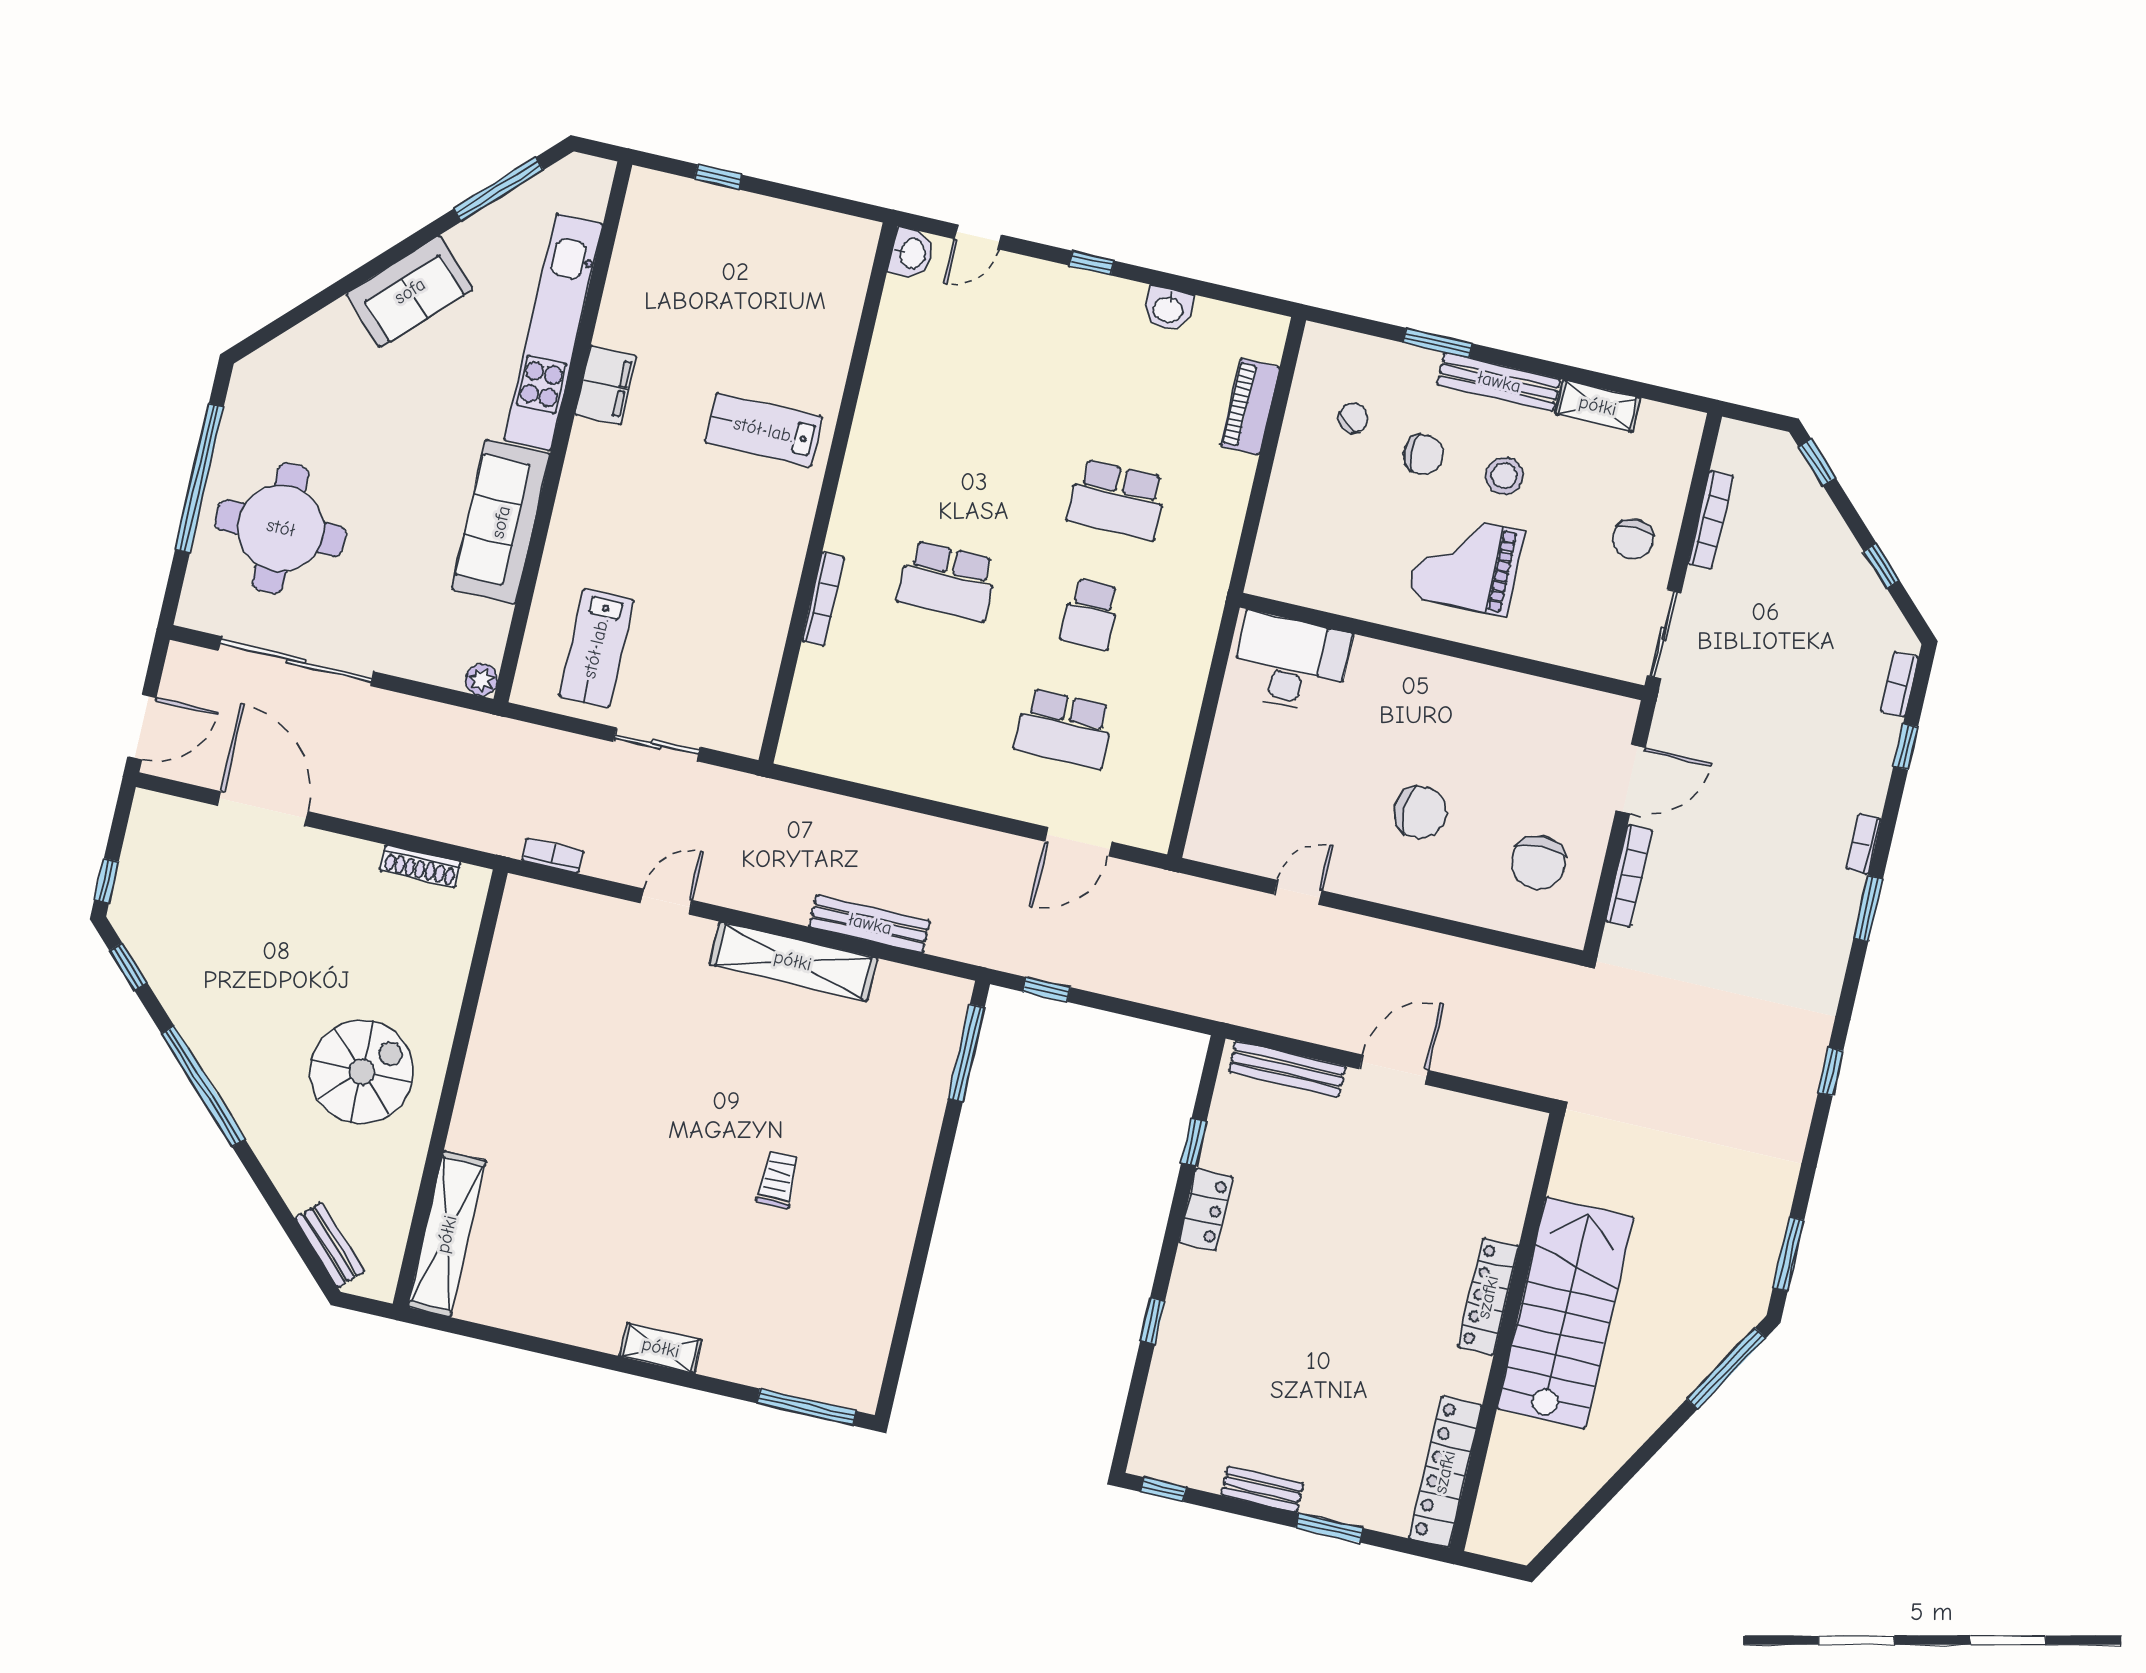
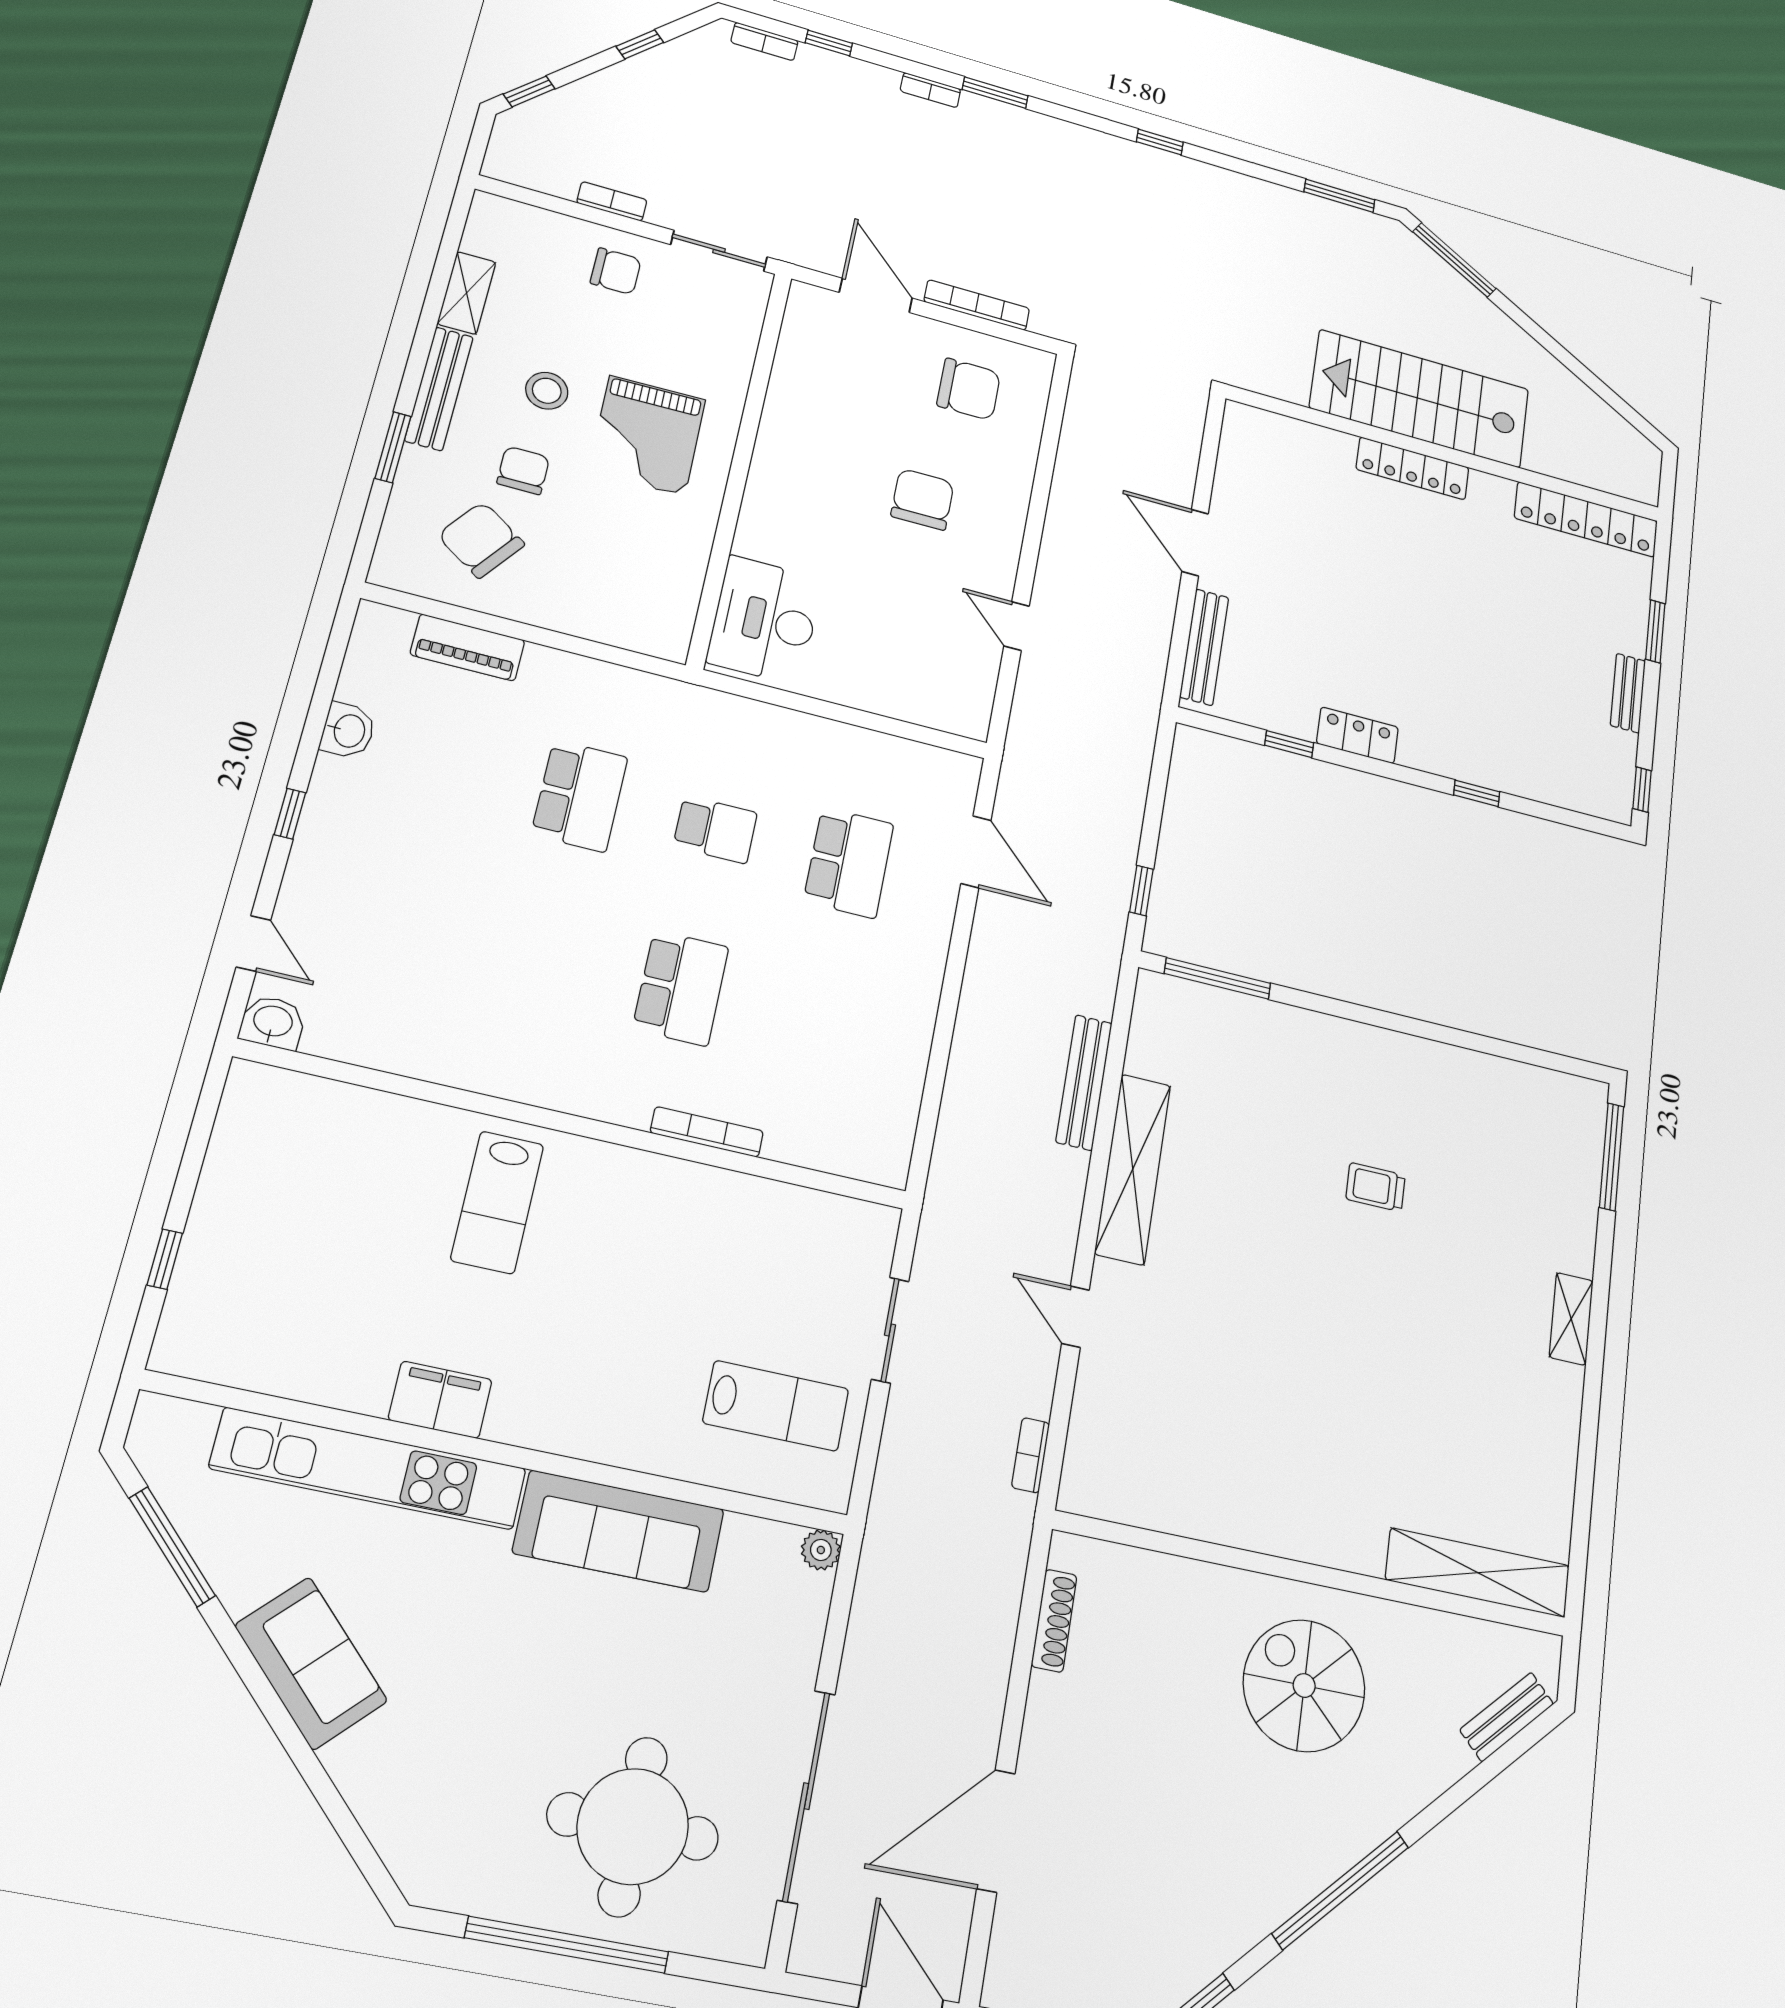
chair: (1353, 418) -> (481, 540), width x1.87, depth x1.87
bookcase: (1711, 520) -> (612, 201), width x0.64

